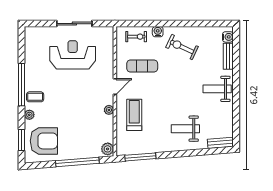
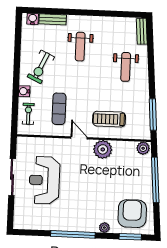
weight bench: (217, 89) -> (80, 47), moved
coffee table: (35, 97) -> (86, 221), removed
plant: (109, 110) -> (103, 149), width x1.88, depth x1.88

